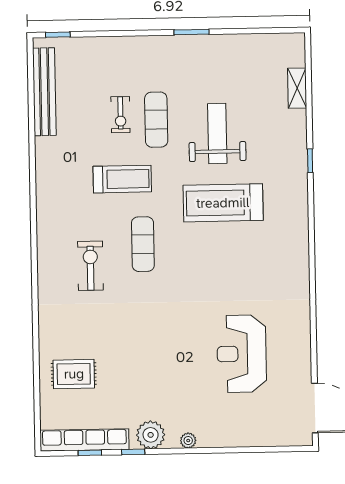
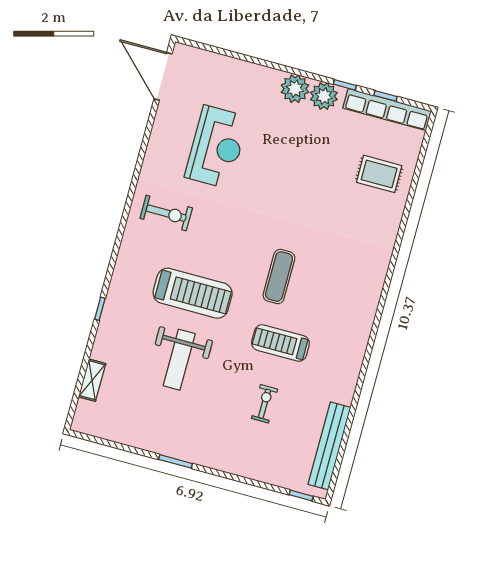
exercise mat: (156, 120) -> (232, 389), removed
exercise bike: (90, 266) -> (166, 213), moved, turned -90
plant: (188, 441) -> (295, 89), width x1.87, depth x1.87

